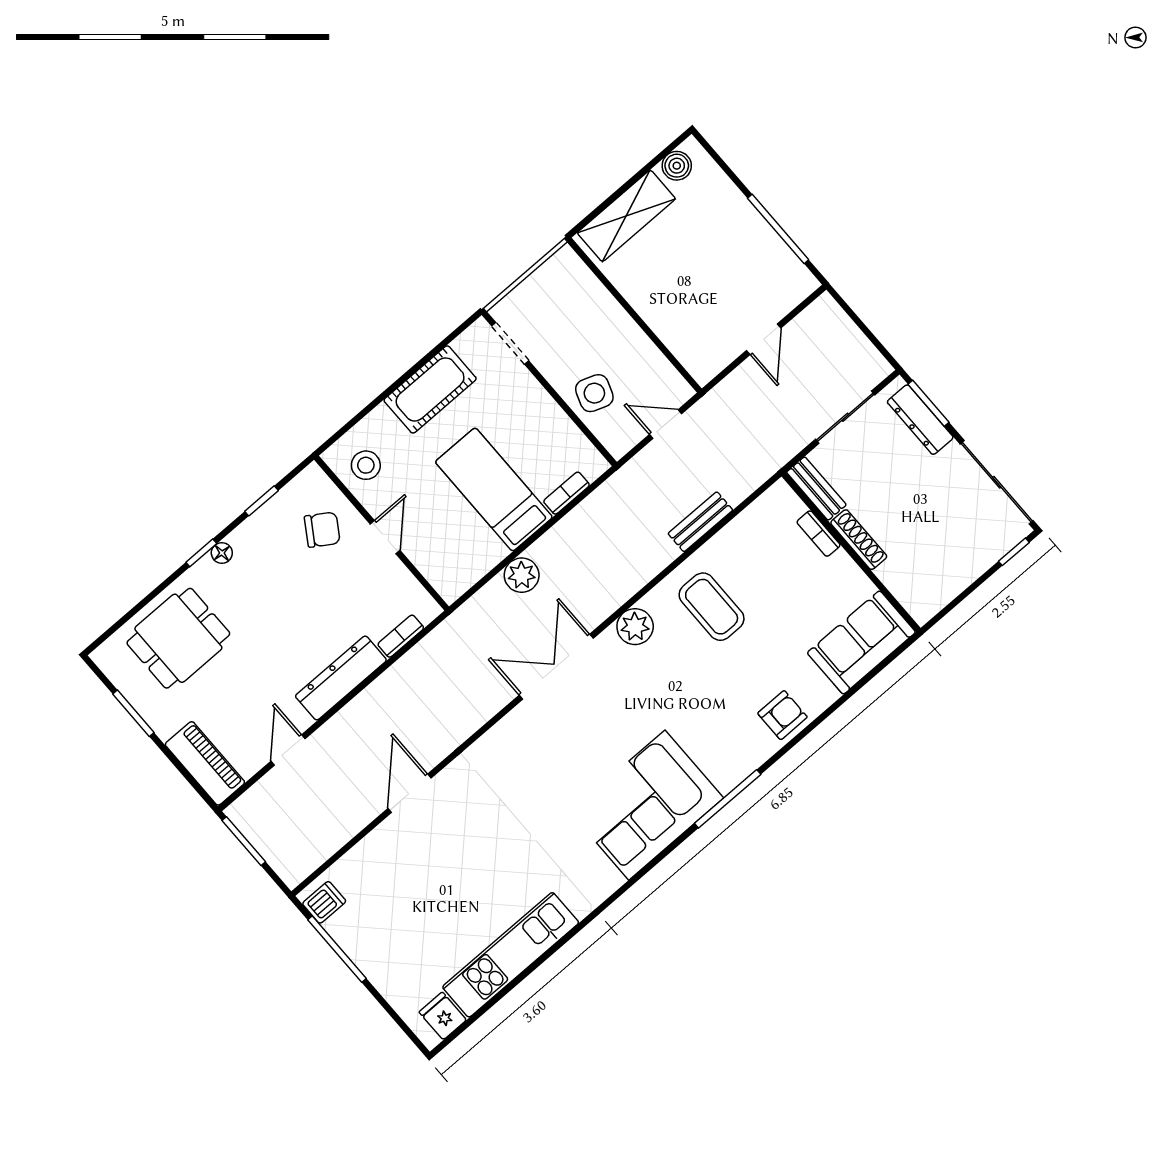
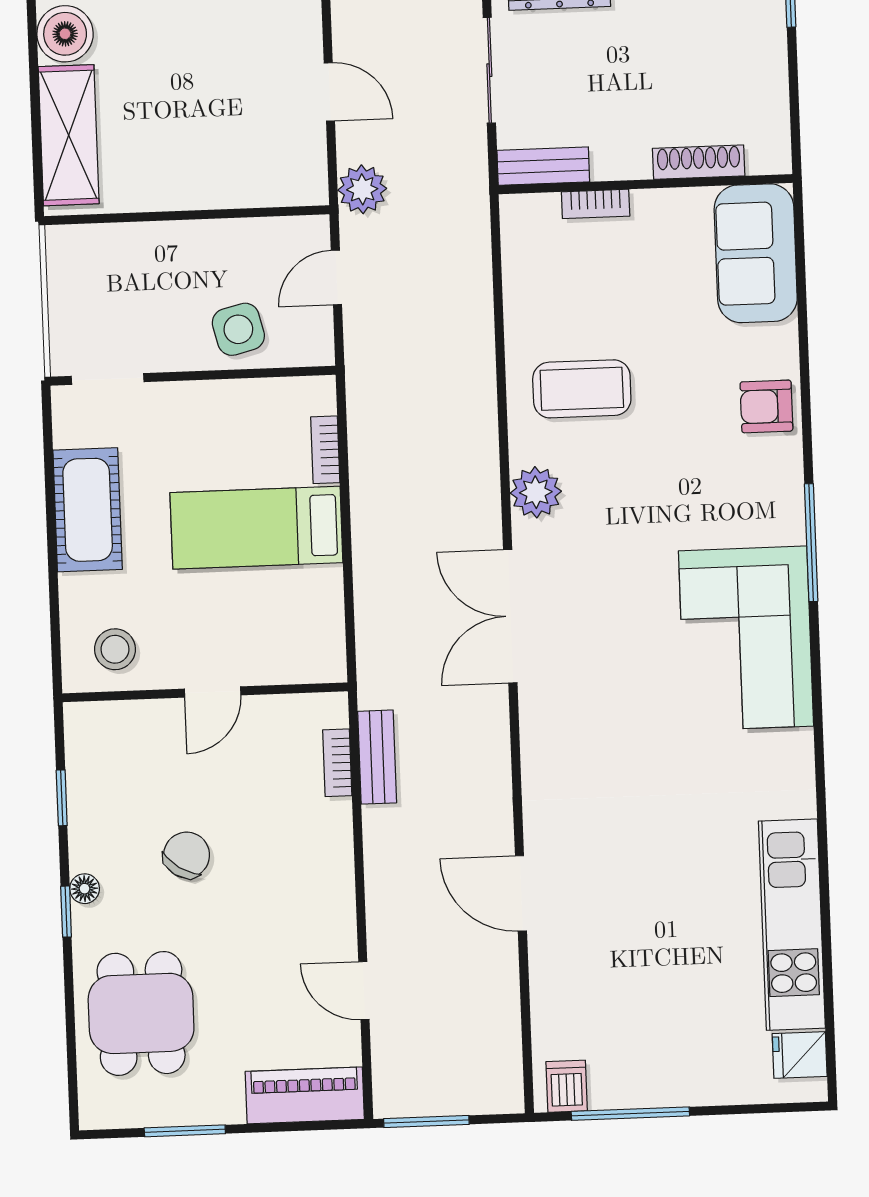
boiler: (677, 166) -> (65, 34), width x1.36, depth x1.36
side table: (594, 393) -> (238, 329), turned -34
bench: (700, 522) -> (377, 757), moved
chair: (322, 530) -> (187, 855), moved
door: (385, 537) -> (213, 692), swing flipped
shoe rack: (859, 540) -> (699, 162), moved
plant: (522, 575) -> (362, 189), moved
dresser: (341, 678) -> (331, 867), removed
armchair: (782, 715) -> (766, 406), turned -90

